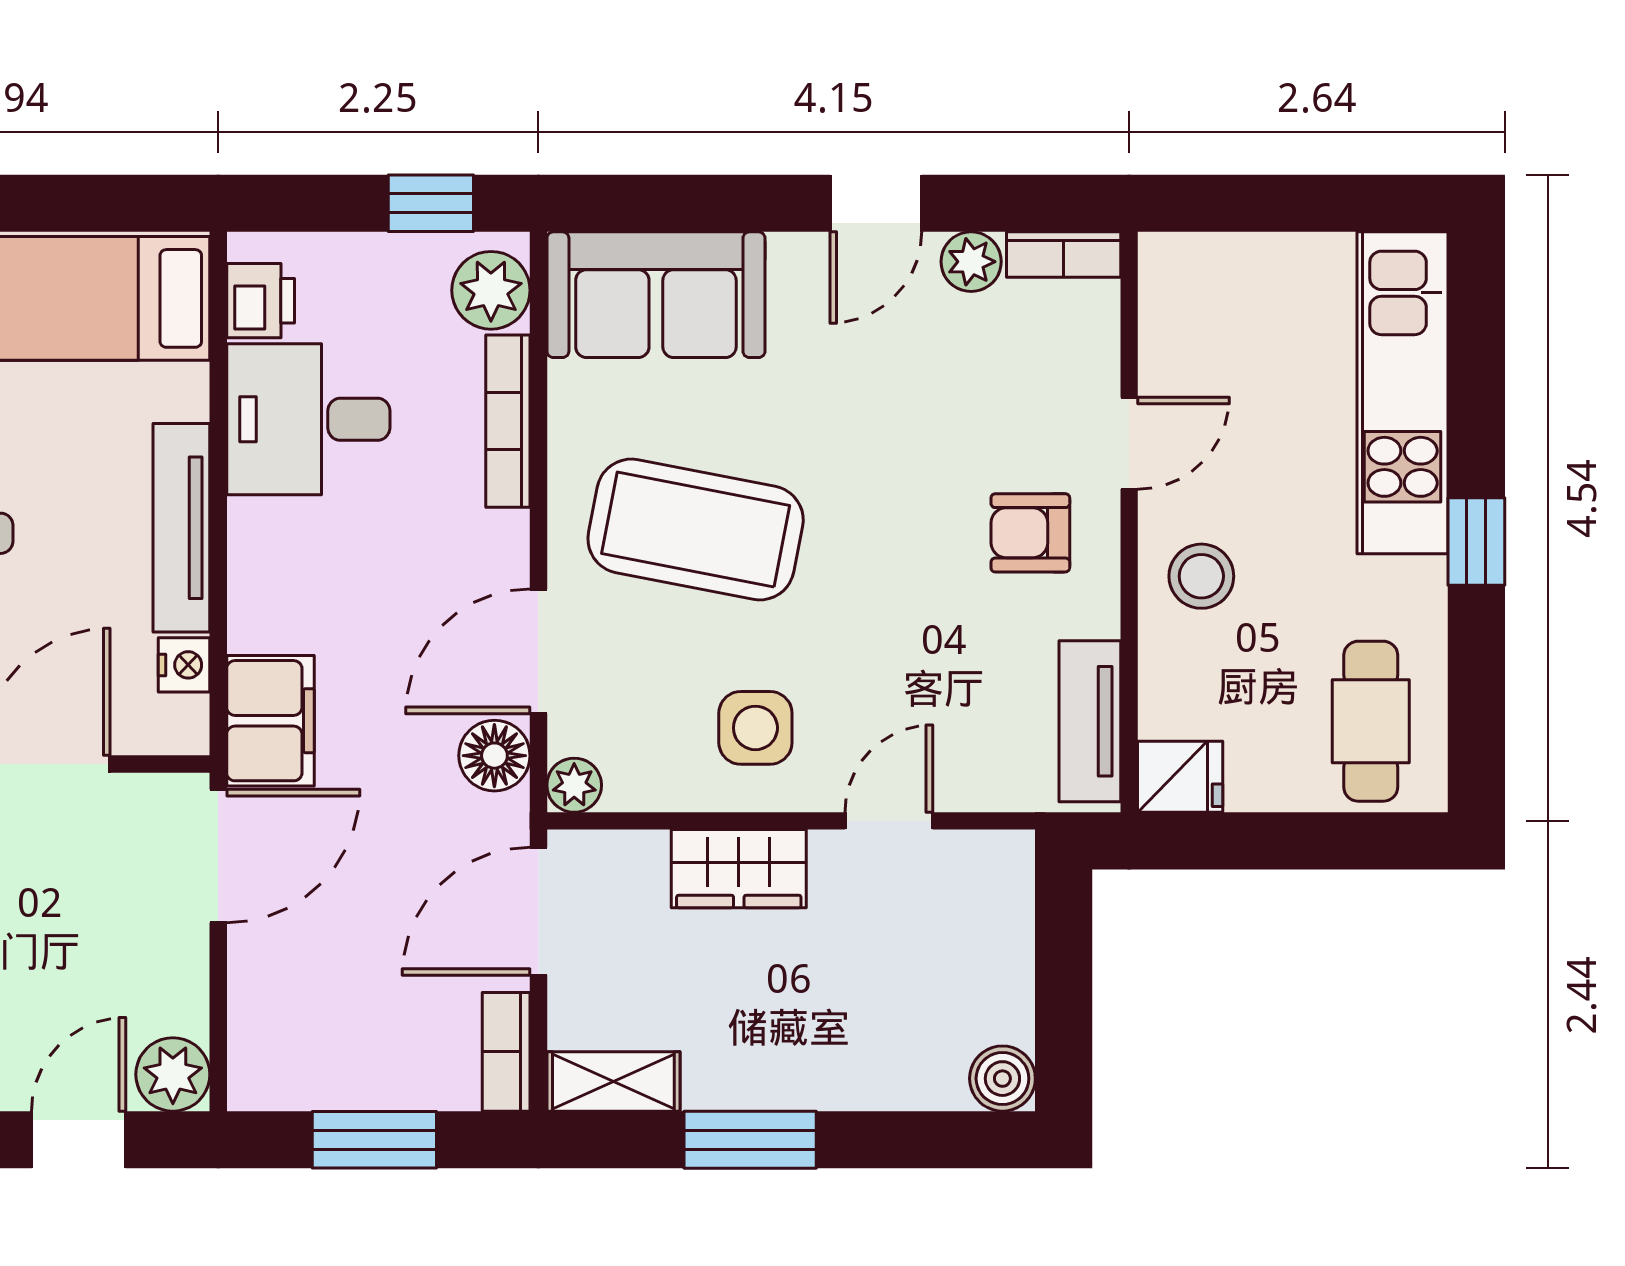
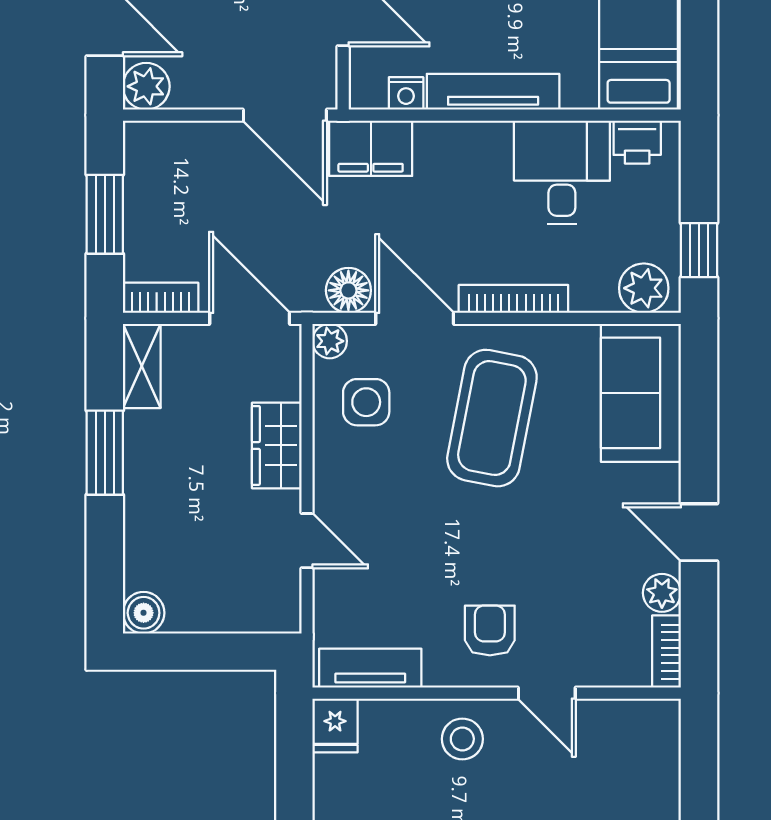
bookcase: (508, 421) -> (513, 299), moved
side table: (755, 728) -> (366, 402), moved

